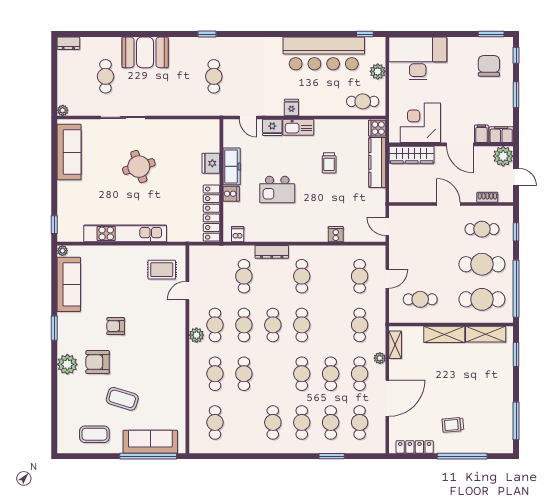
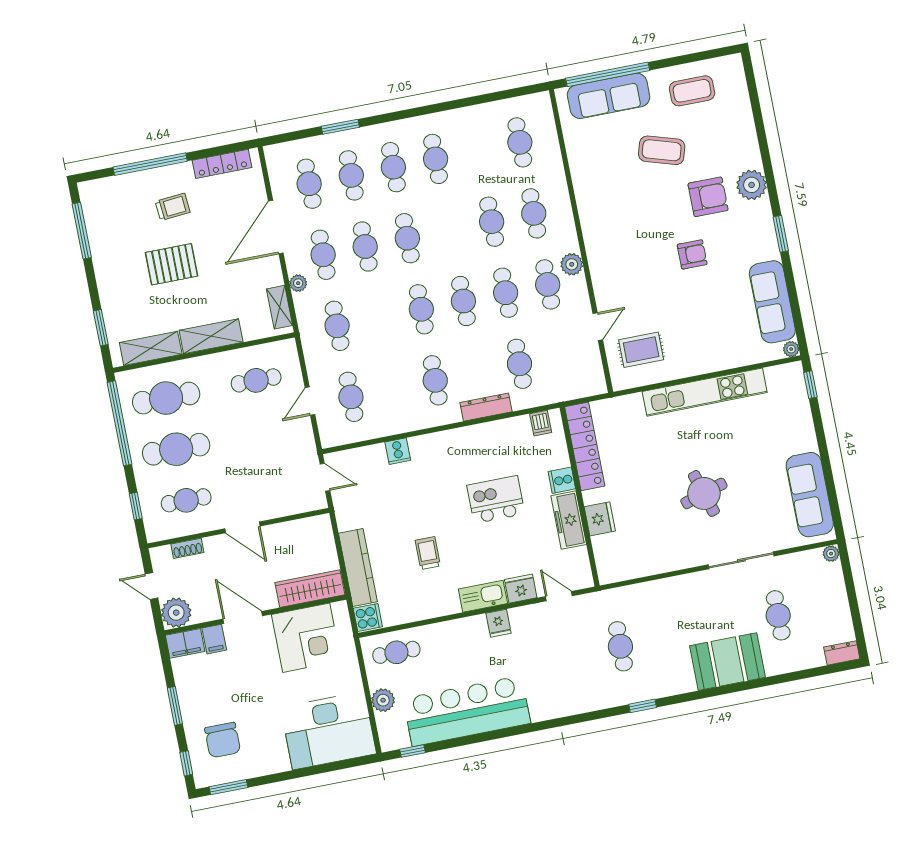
pallet: (461, 387) -> (172, 264), added

